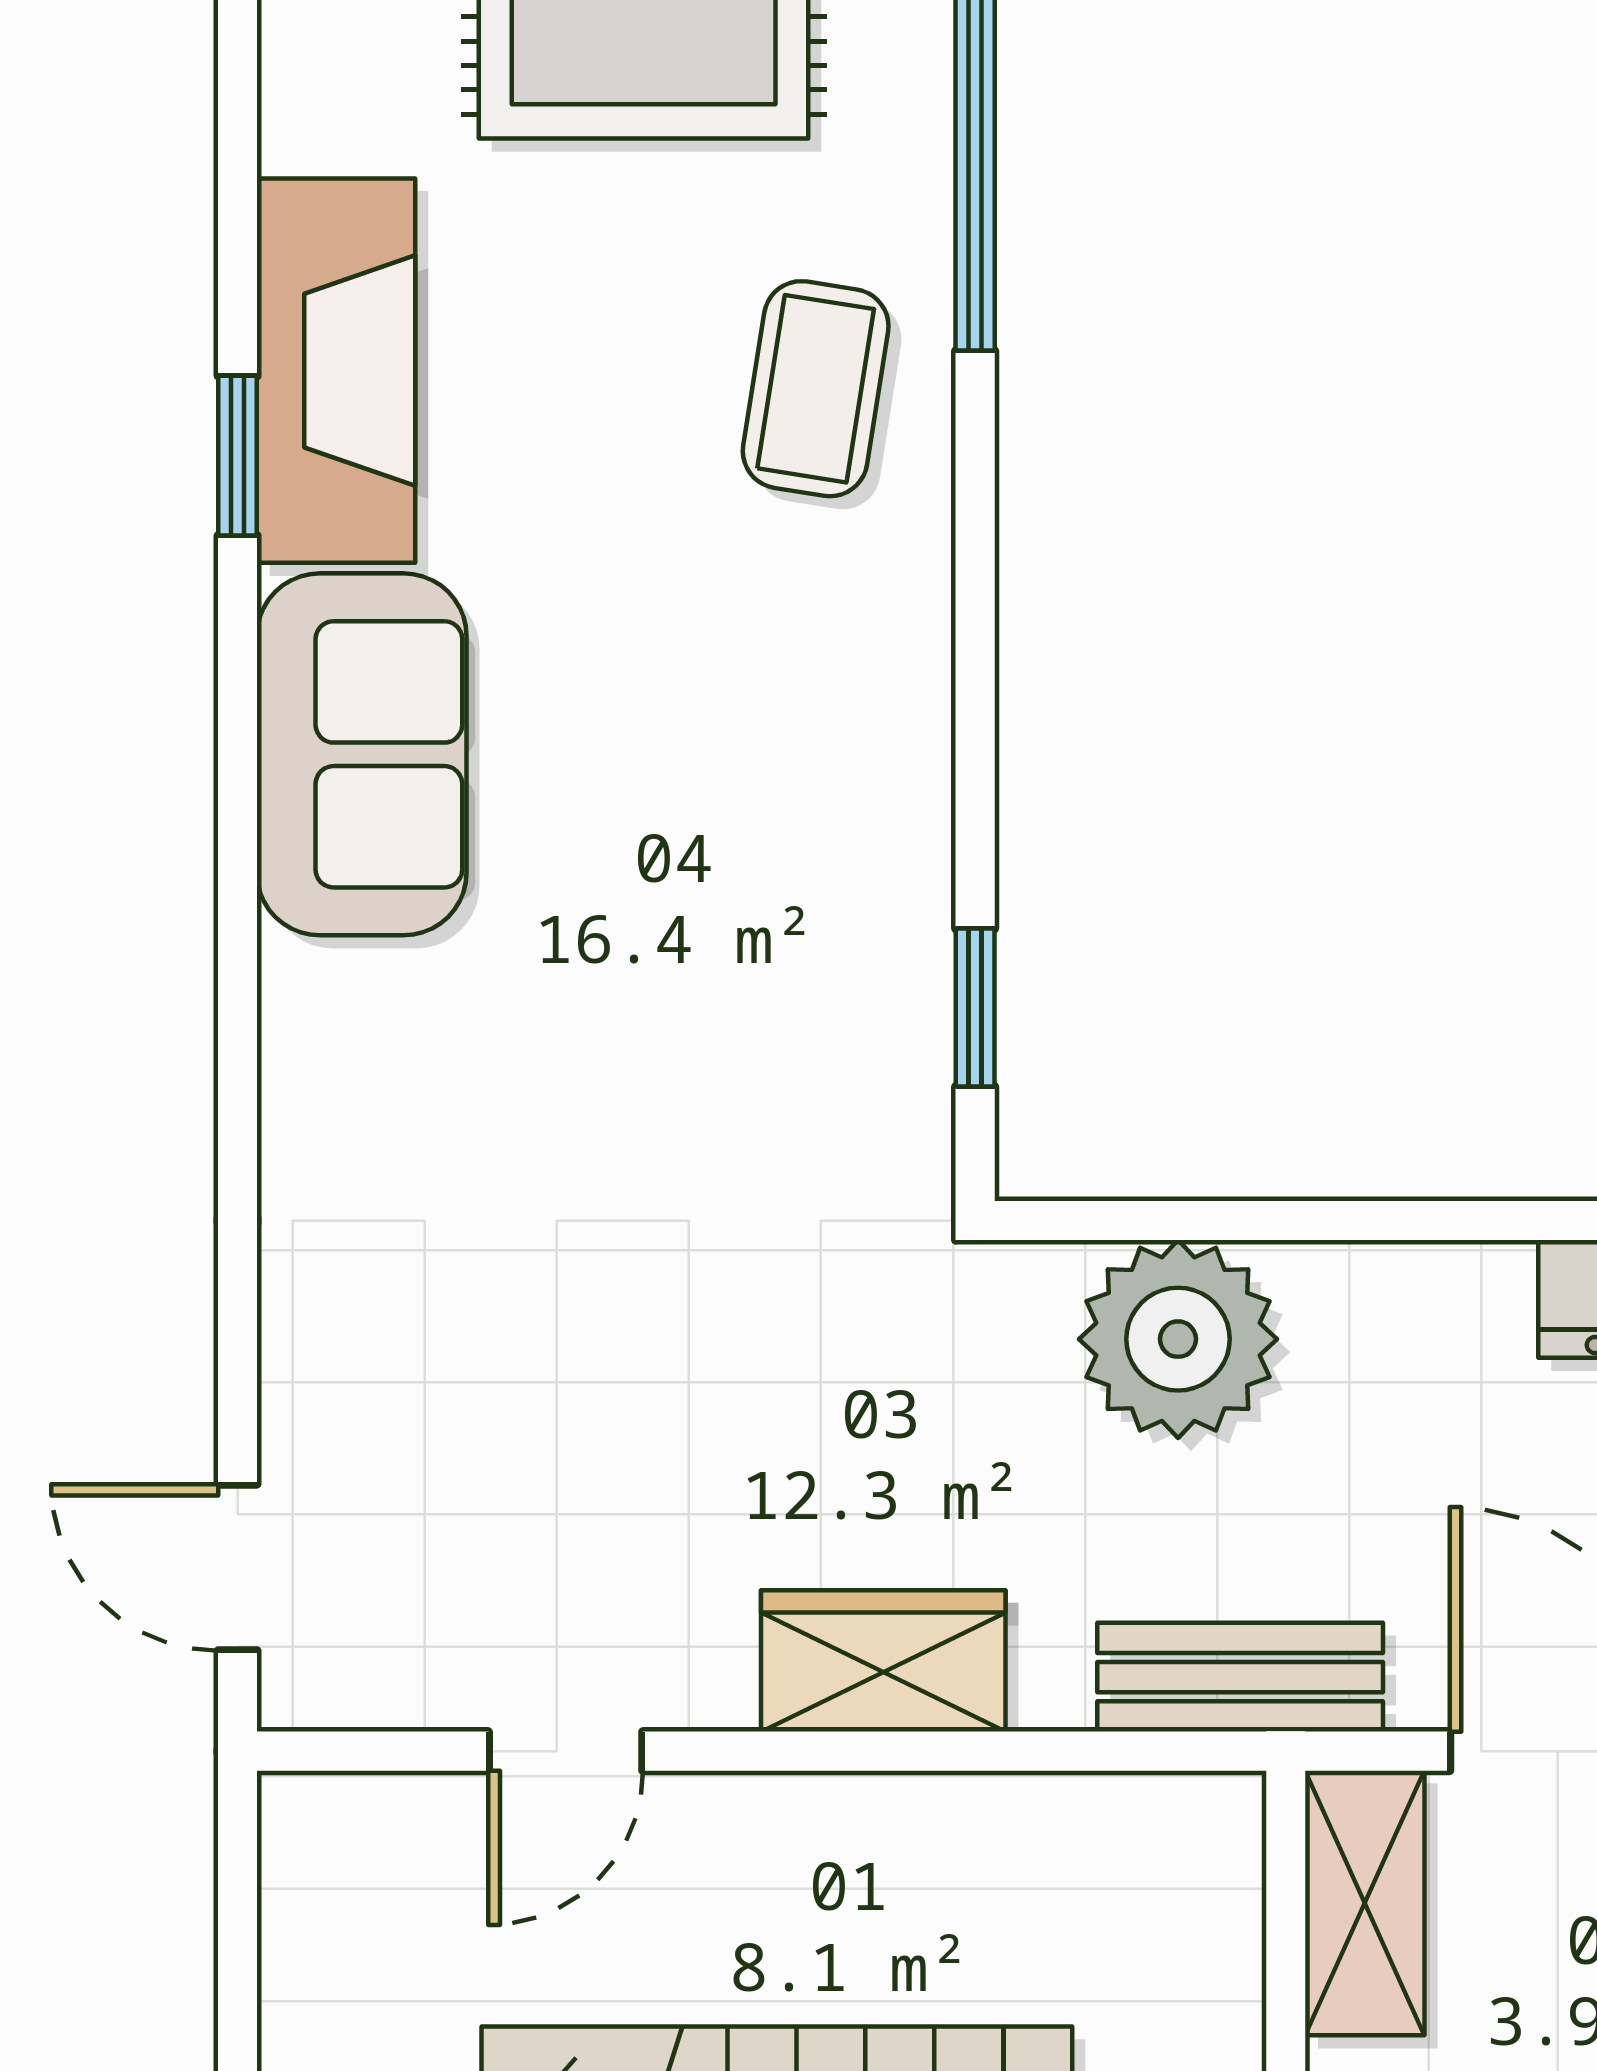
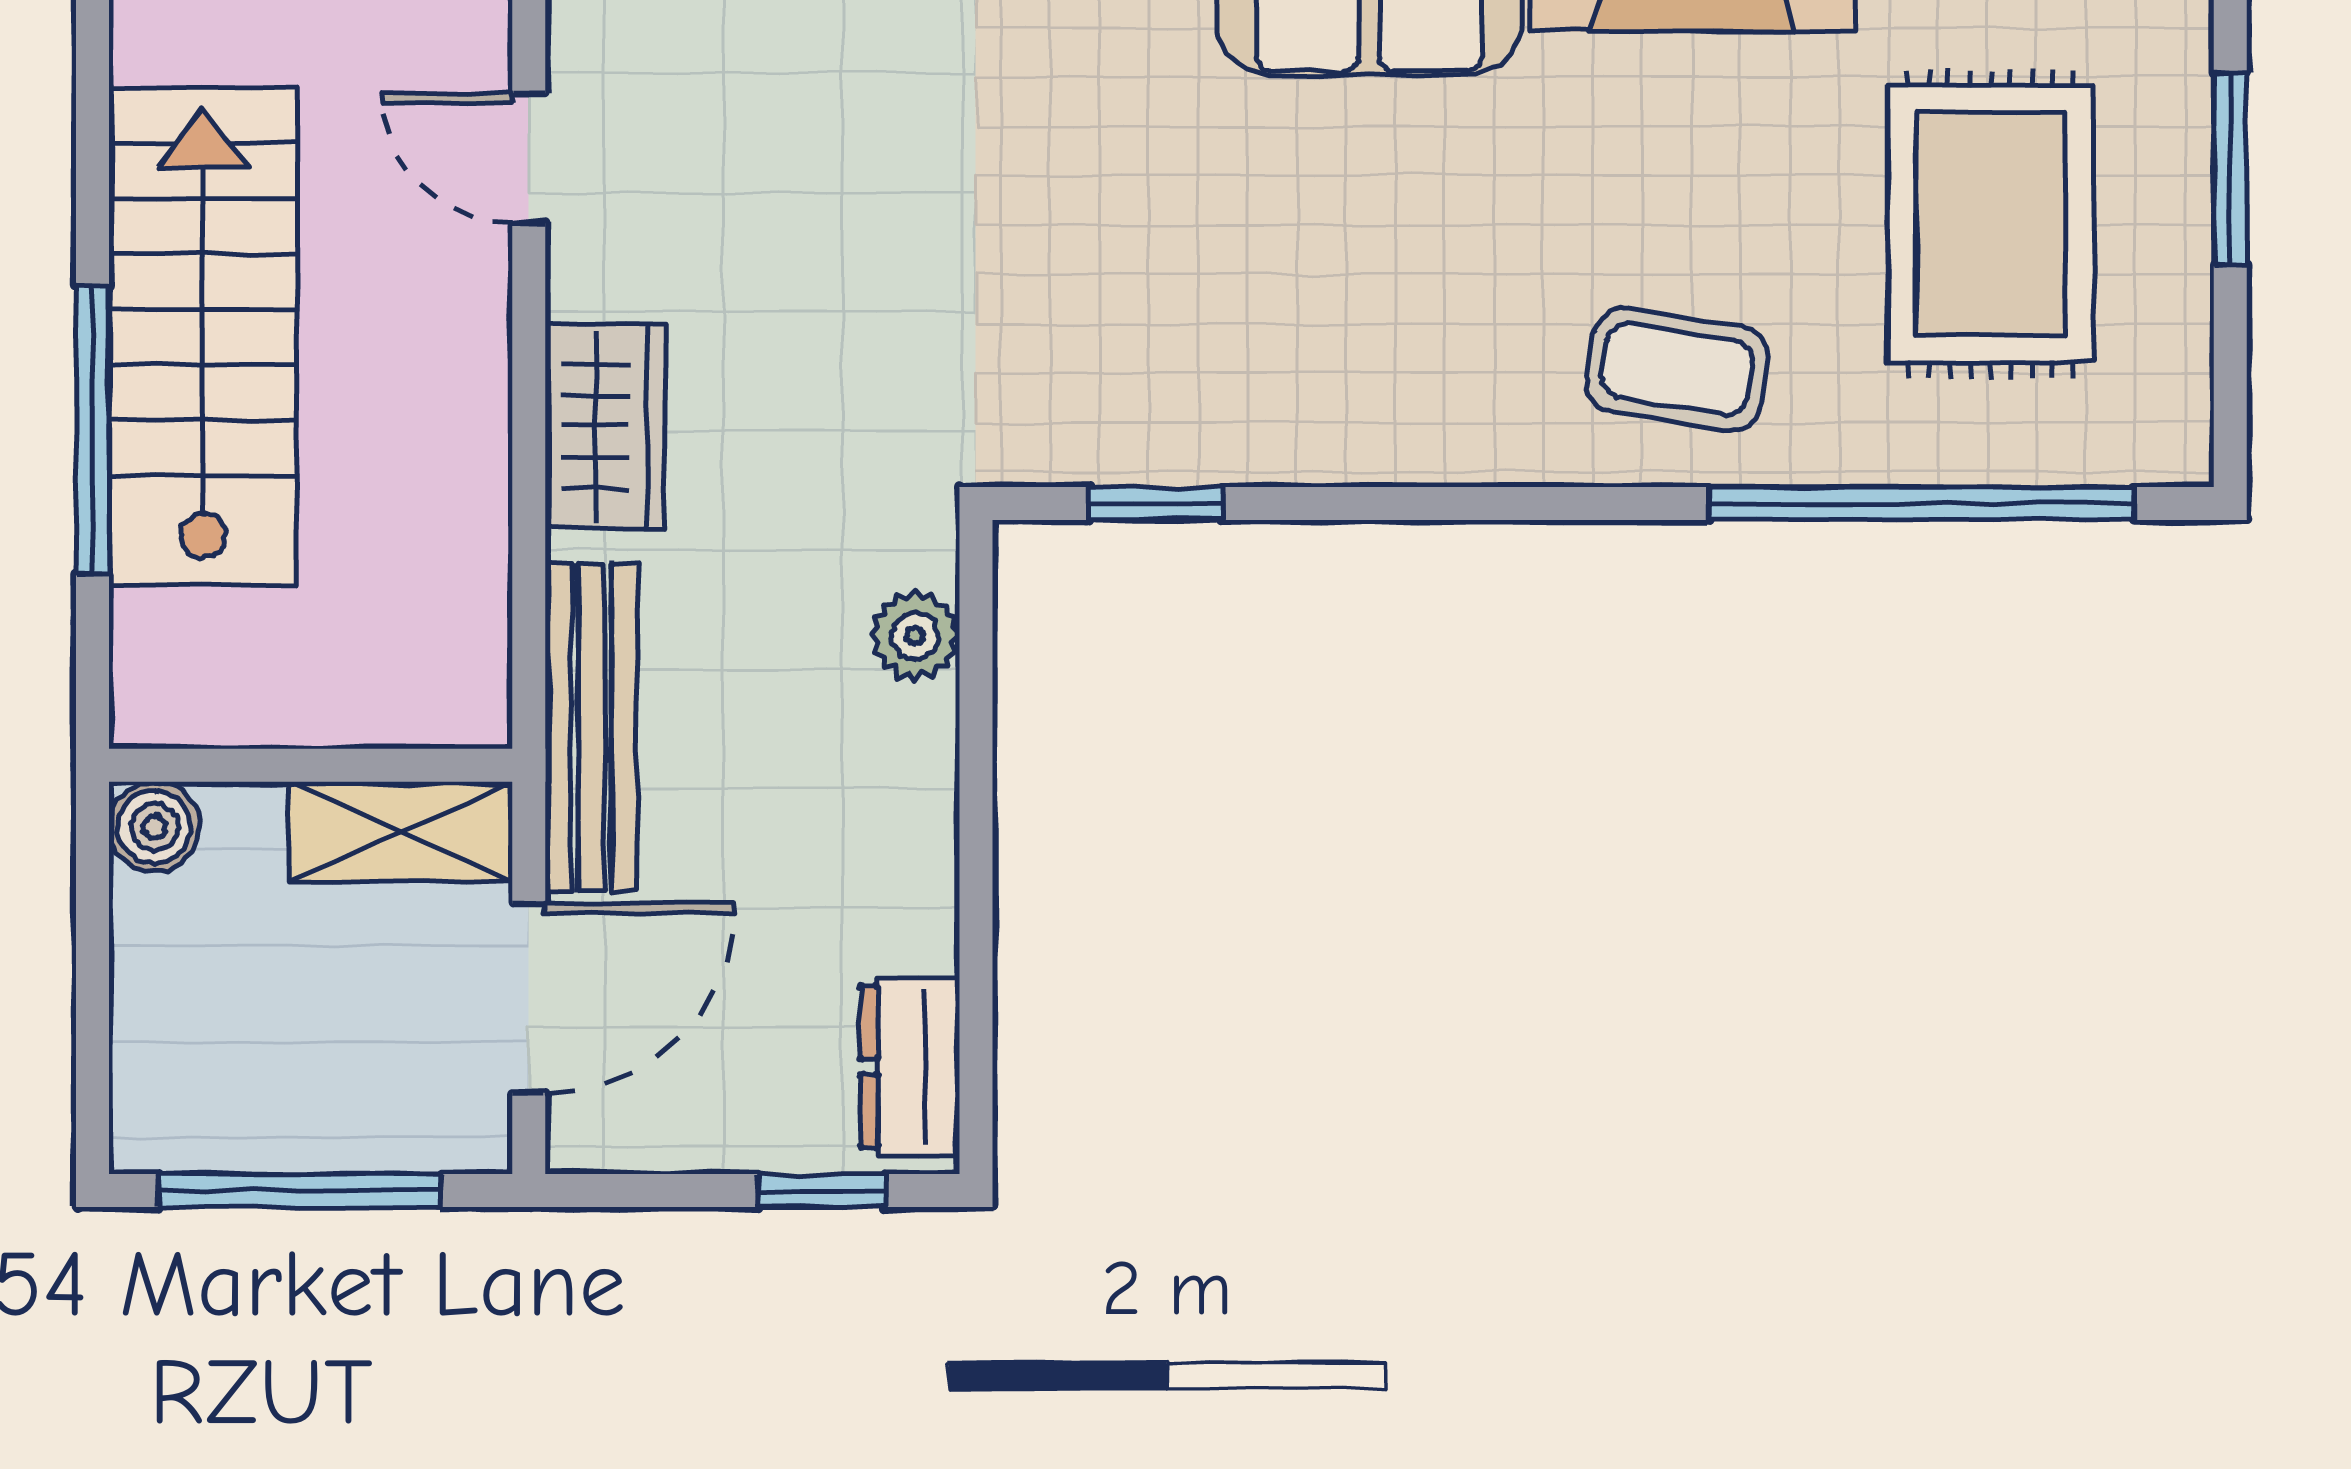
plant: (1178, 1339) -> (915, 635), width x0.53, depth x0.53
bench: (1240, 1677) -> (591, 727), width x1.36

